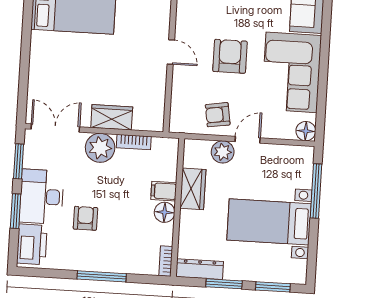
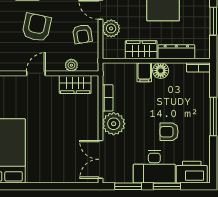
armchair: (230, 56) -> (36, 27), turned 102
plant: (179, 98) -> (71, 65), added
wardrobe: (112, 117) -> (75, 84), moved, turned -90
dresser: (200, 269) -> (176, 52), moved, turned 90

